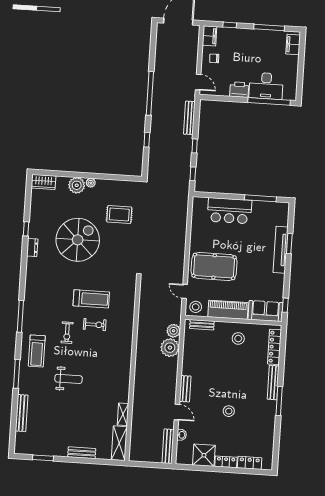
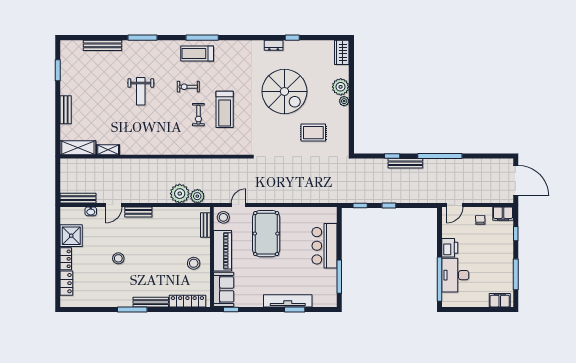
bench: (189, 118) -> (405, 163), moved
rug: (119, 214) -> (313, 133), turned 90
treadmill: (37, 351) -> (197, 54), moved

